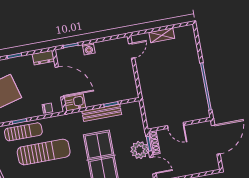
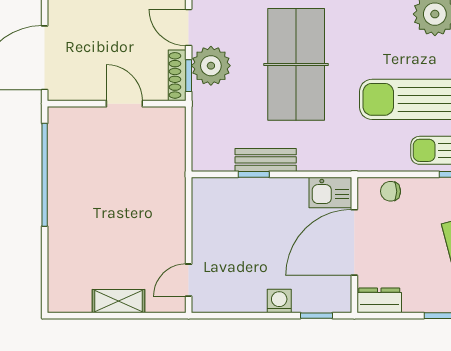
door: (60, 82) -> (354, 242), hinge flipped
bench: (102, 113) -> (266, 160), width x0.73

